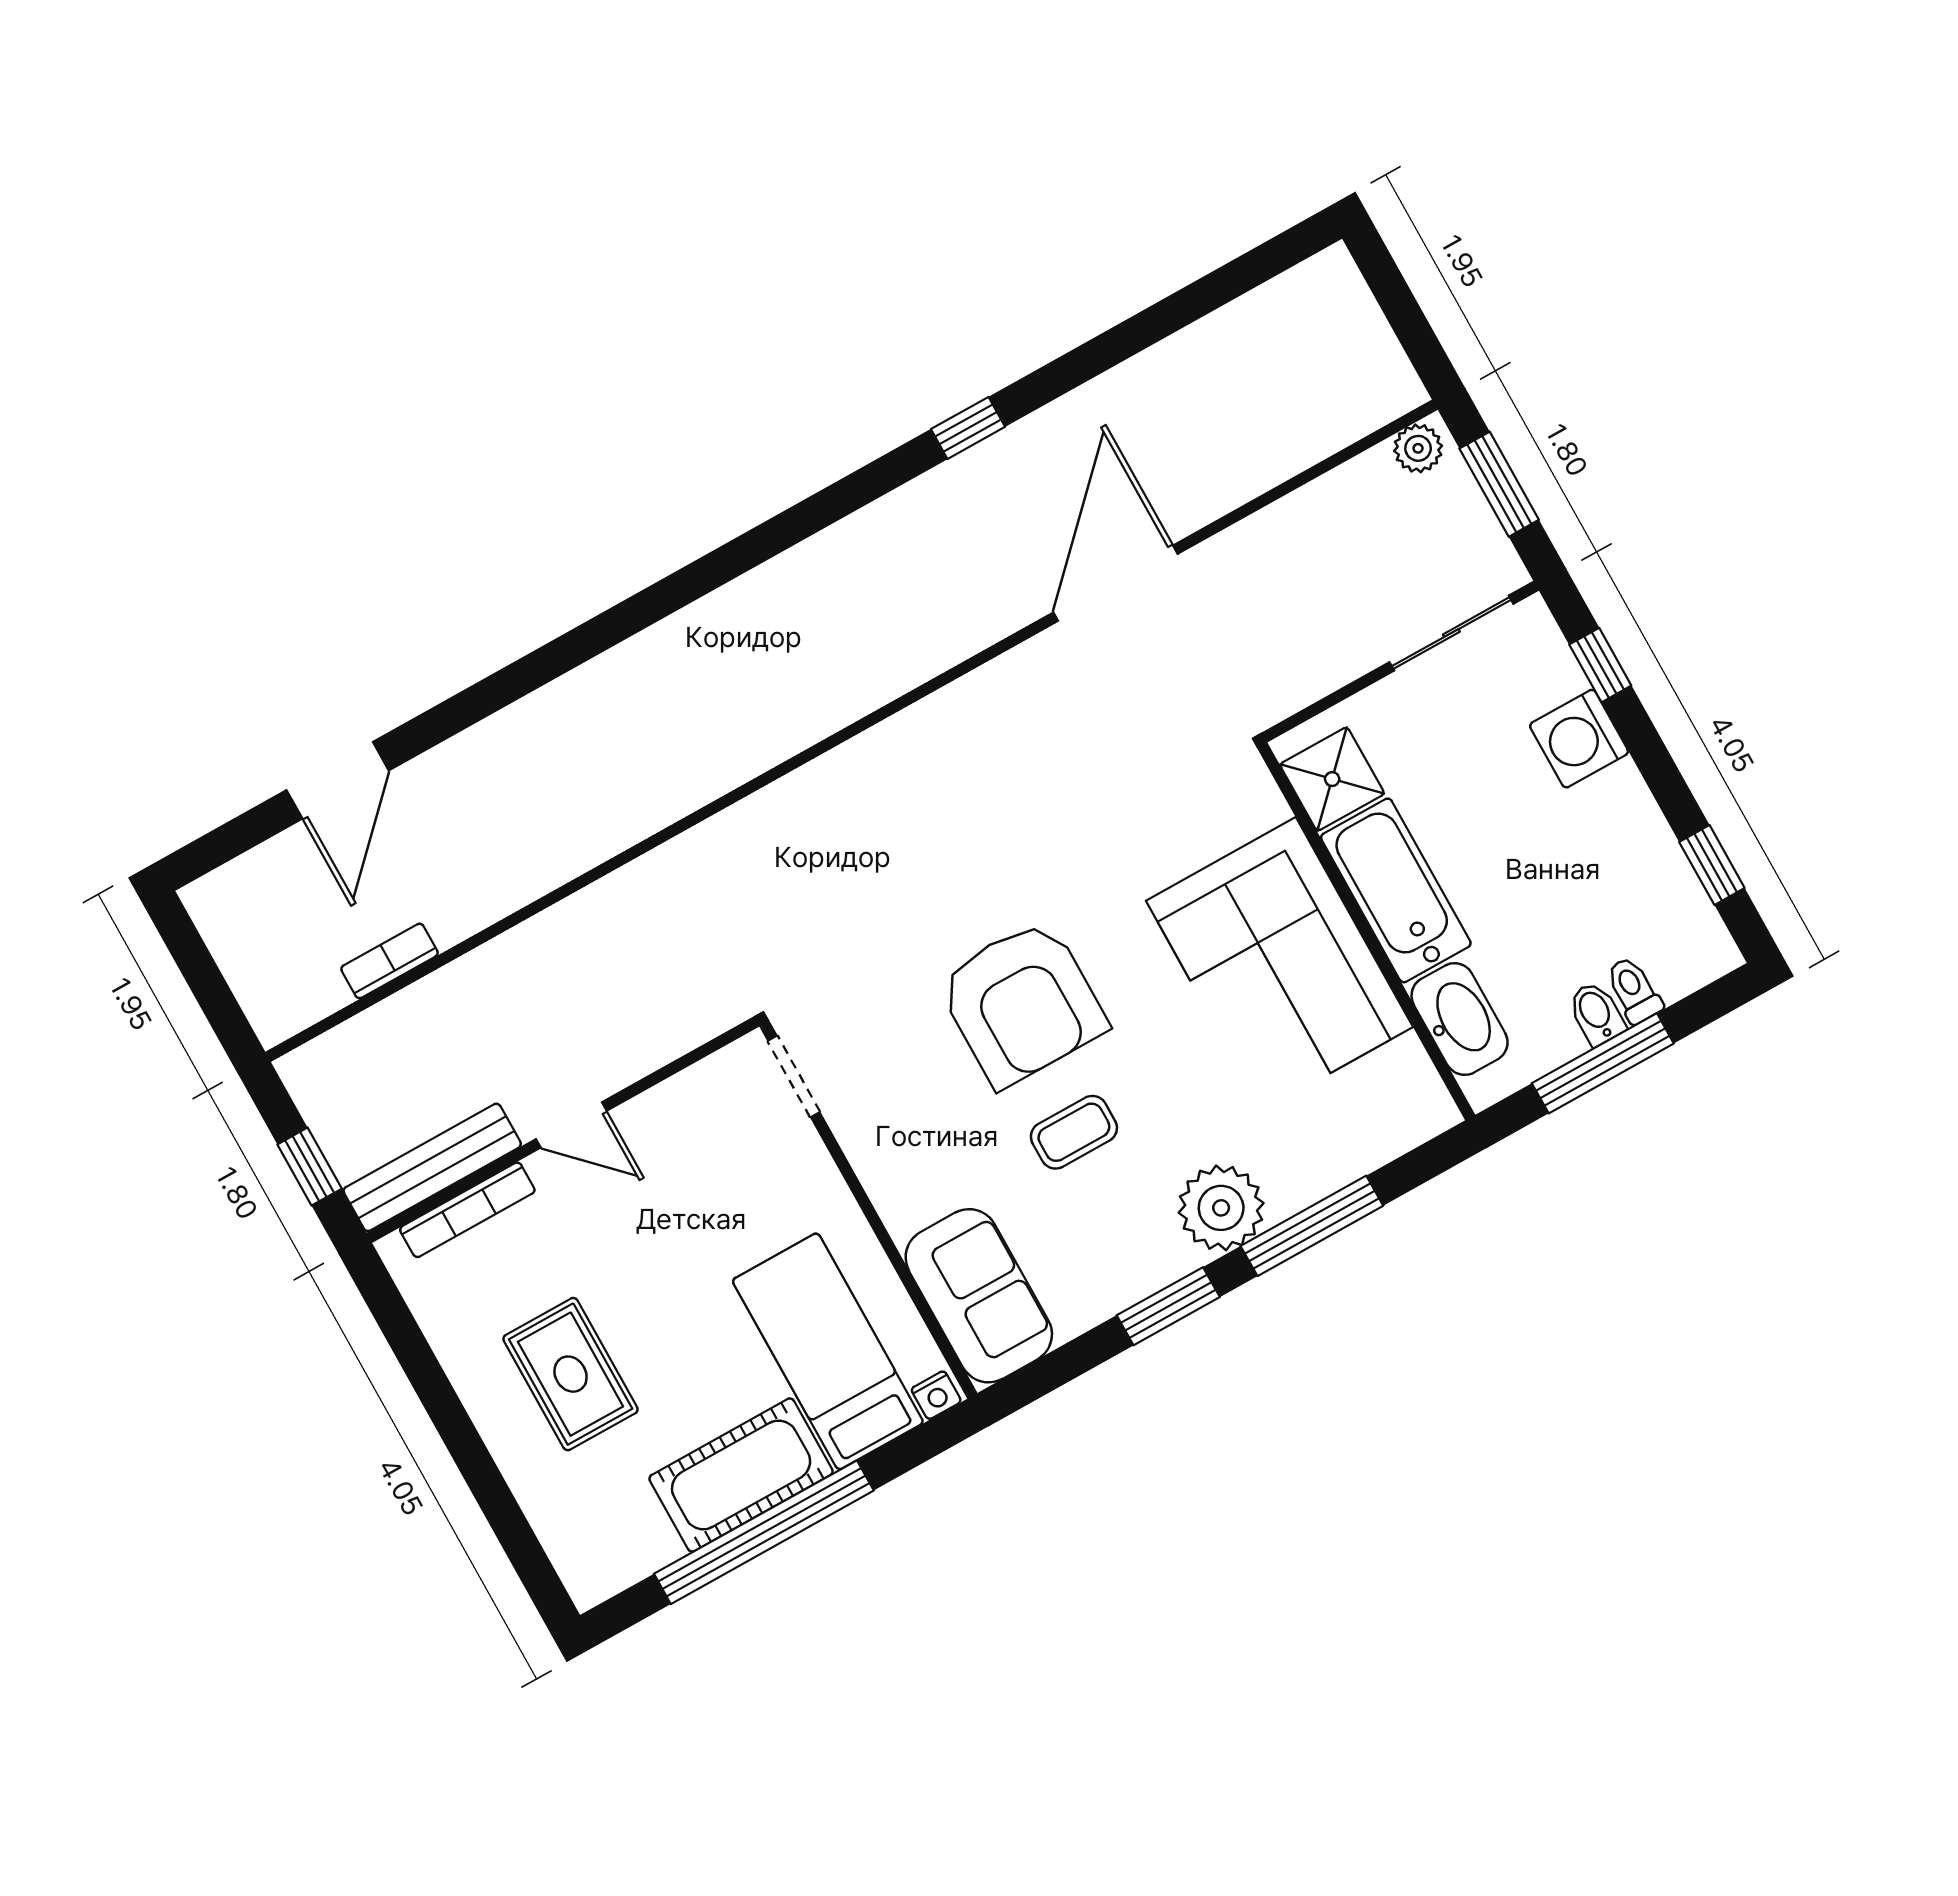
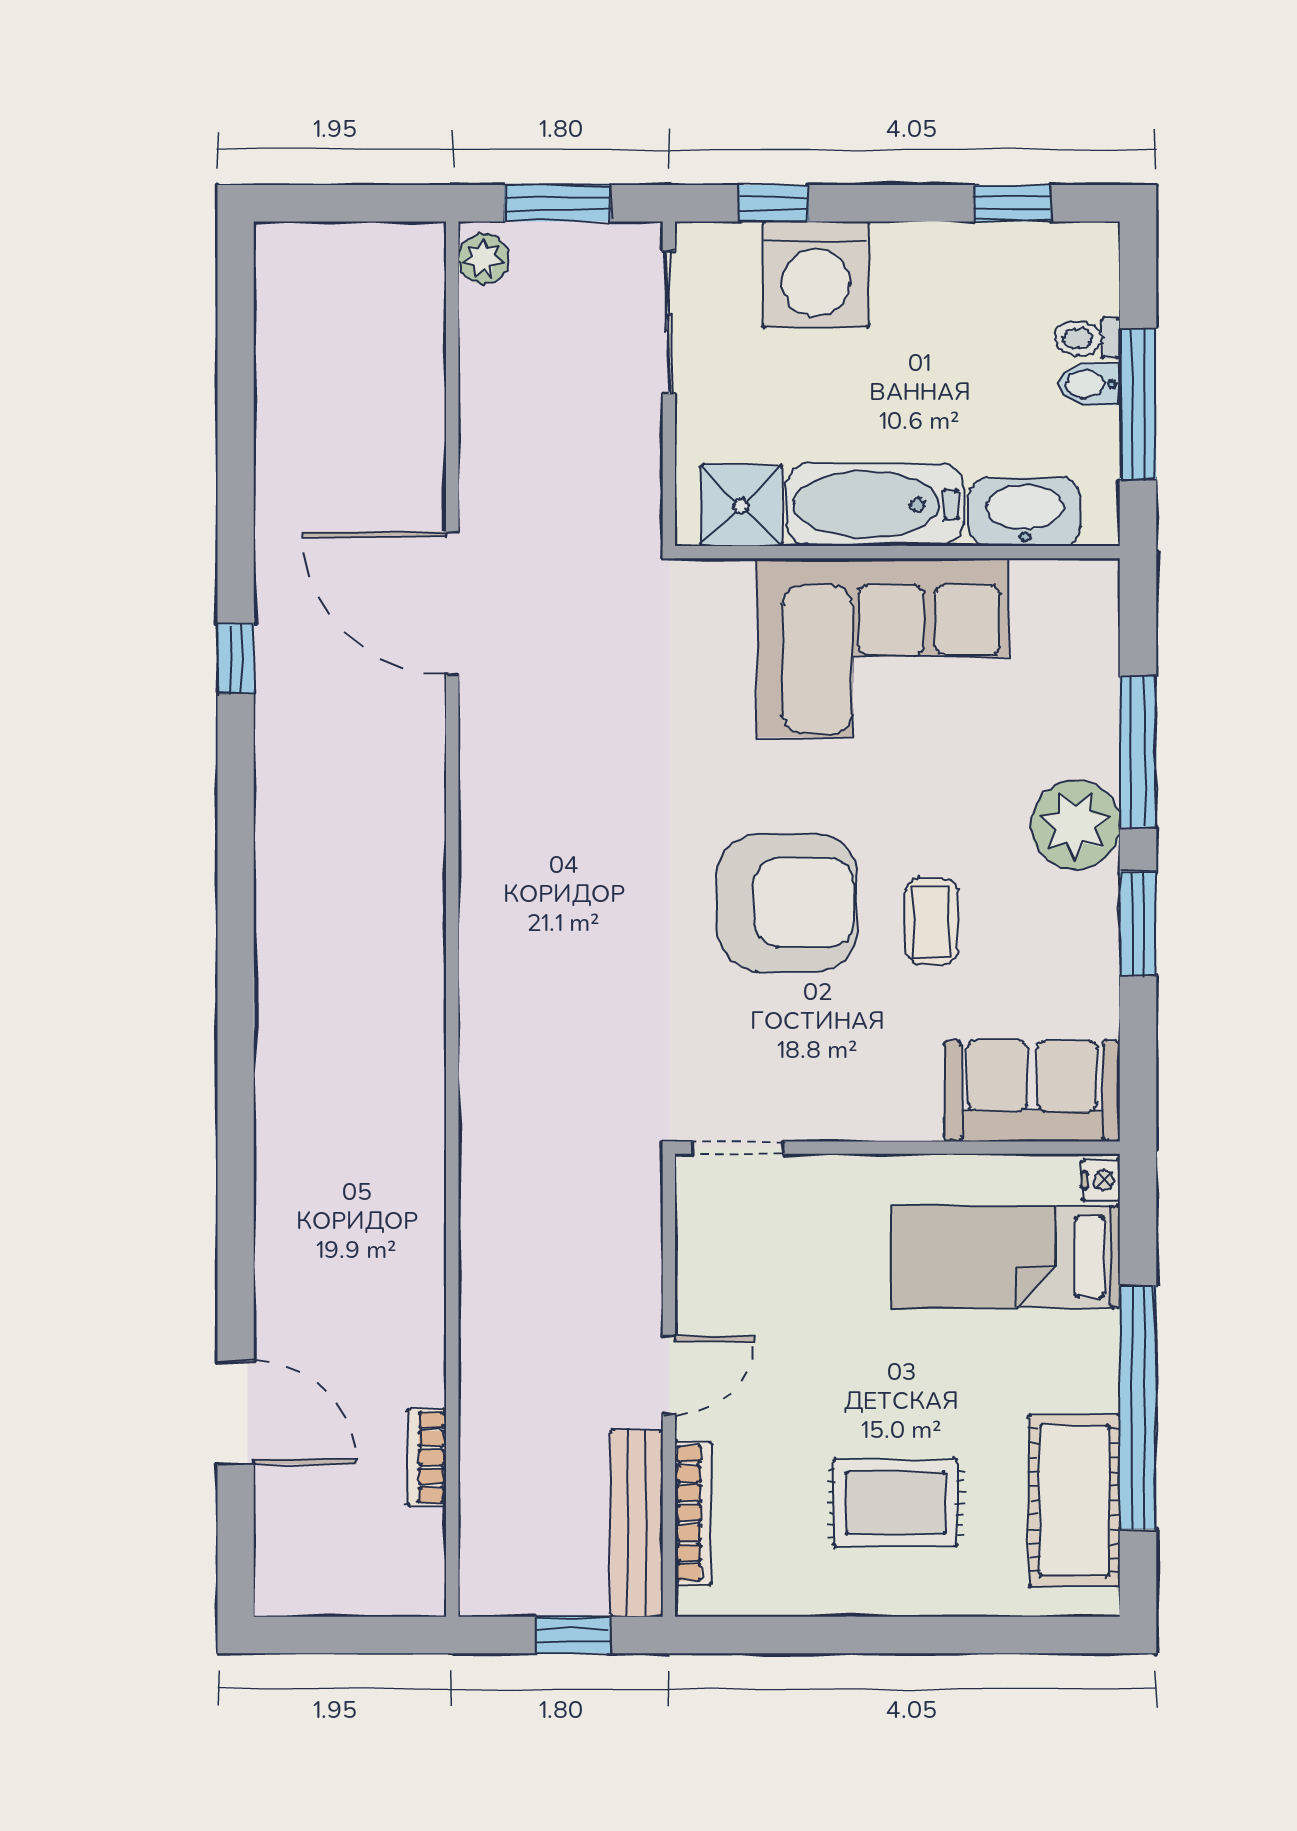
washing machine: (1579, 739) -> (816, 274), width x1.37, depth x1.37
cot: (741, 1475) -> (1074, 1501), moved

